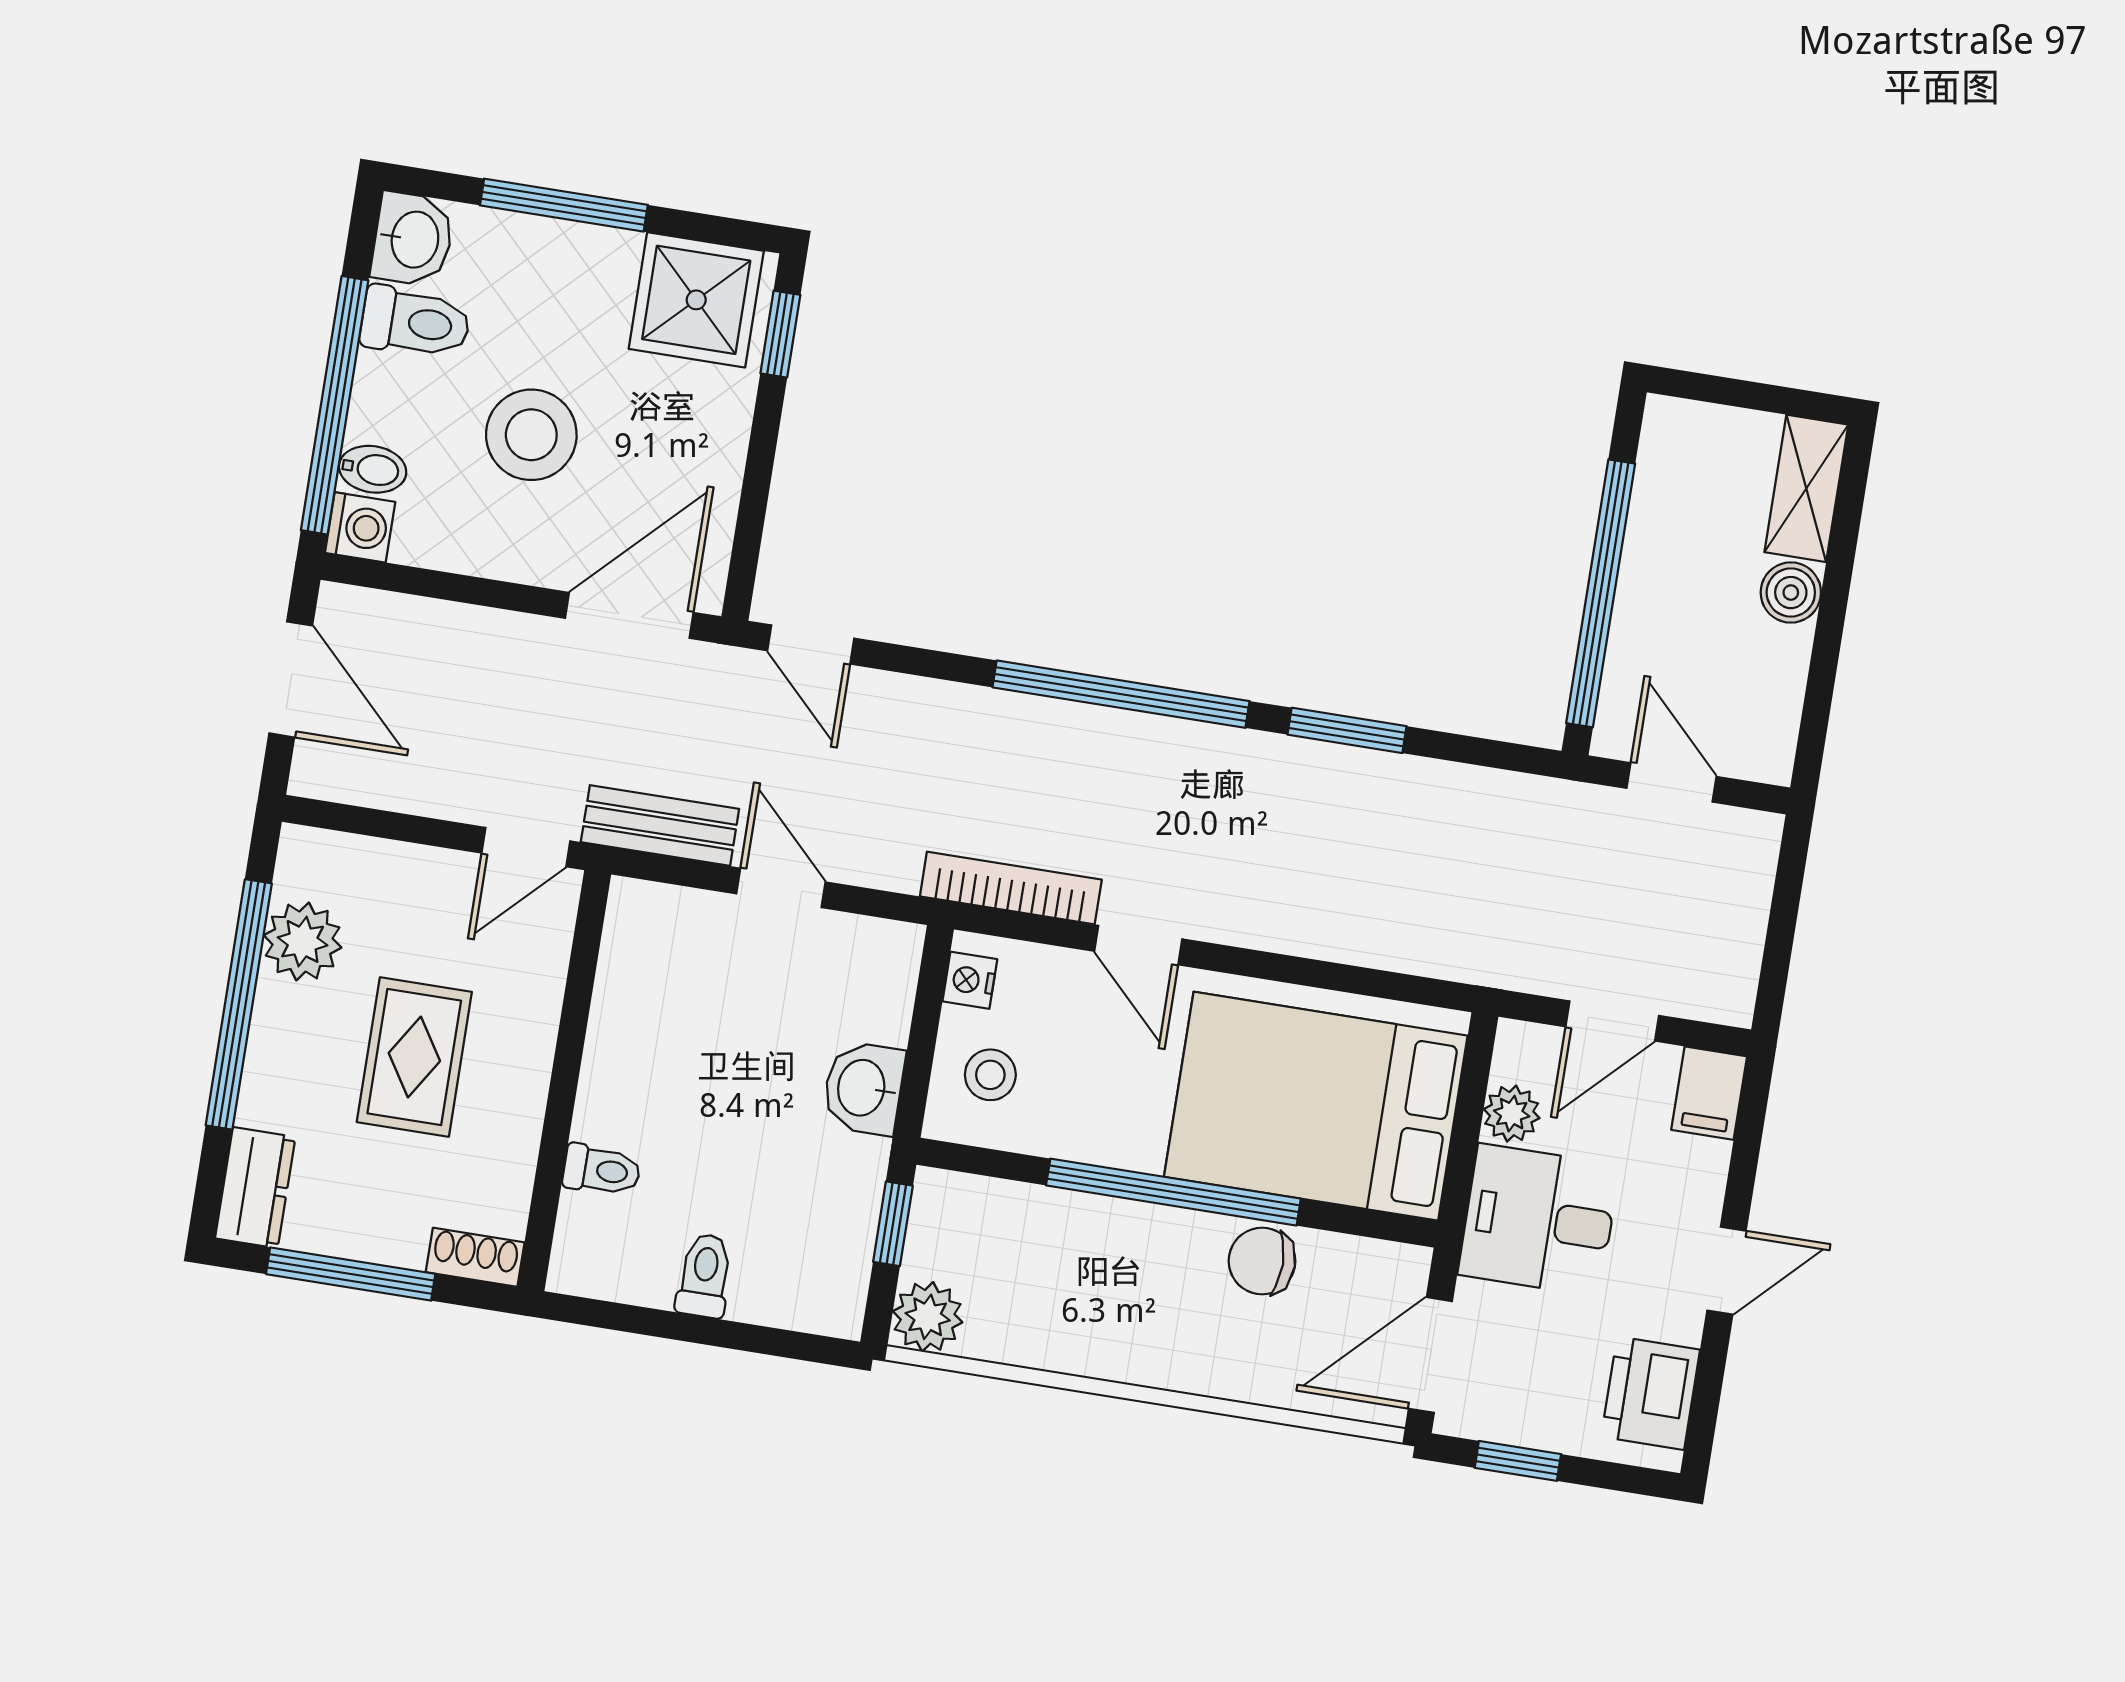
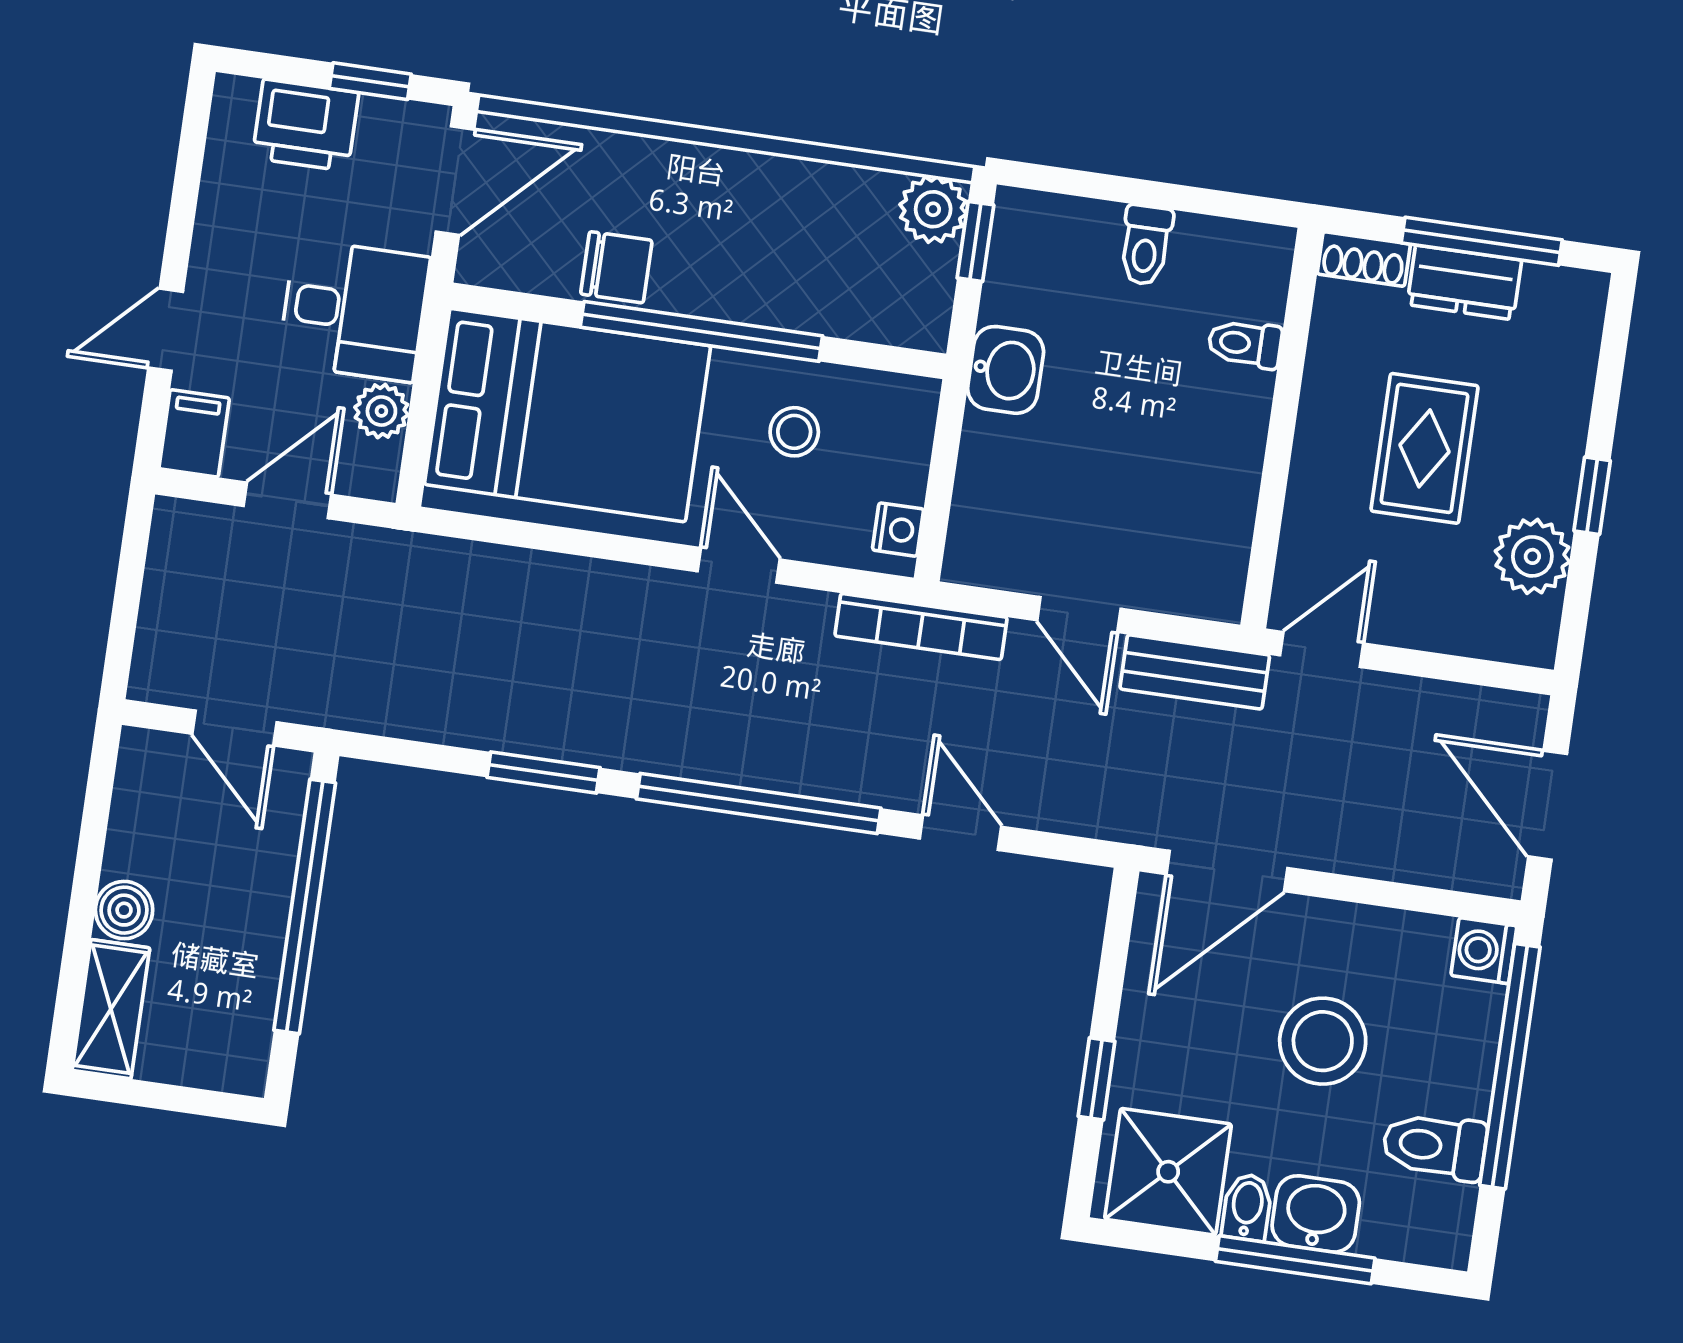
washbasin: (413, 239) -> (1316, 1214), moved, turned 90
window: (780, 334) -> (1097, 1079), moved
bidet: (373, 469) -> (1247, 1207), moved, turned 90
door: (811, 644) -> (960, 833), moved
bookcase: (1011, 888) -> (921, 627), moved
window: (239, 1004) -> (1592, 496), width x0.32
stool: (990, 1075) -> (794, 432), moved
washbasin: (863, 1088) -> (1006, 370), moved
dresser: (255, 1188) -> (1464, 282), moved, turned -90
window: (893, 1224) -> (975, 241), moved
door: (1727, 1271) -> (166, 330), moved
printer: (1651, 1393) -> (305, 125), moved, turned 90

